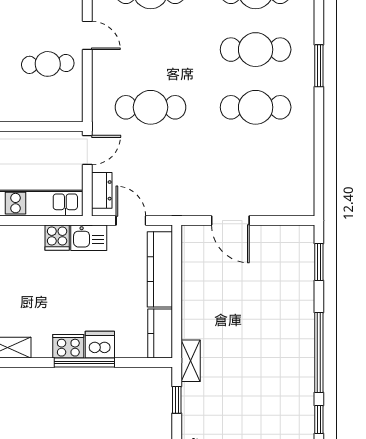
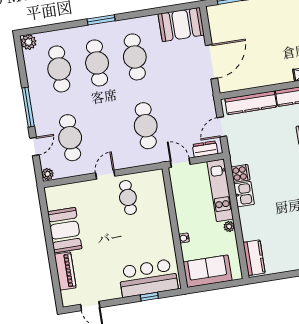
booth: (293, 184) -> (181, 24), added
door: (230, 220) -> (211, 62), width x1.36
kitchen sink: (89, 238) -> (244, 194), moved

